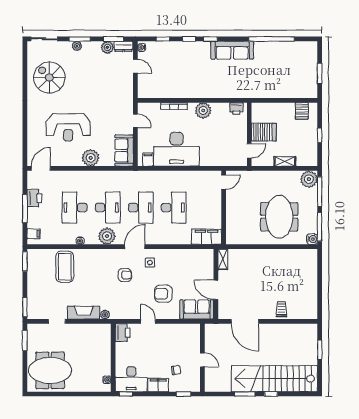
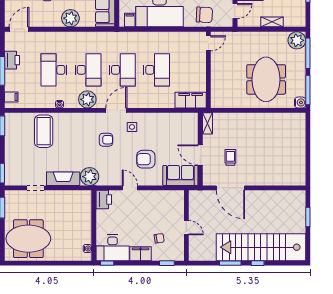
chair: (220, 155) -> (204, 15), added
trolley: (281, 309) -> (230, 157), moved
plant: (105, 315) -> (90, 177), width x1.87, depth x1.87

